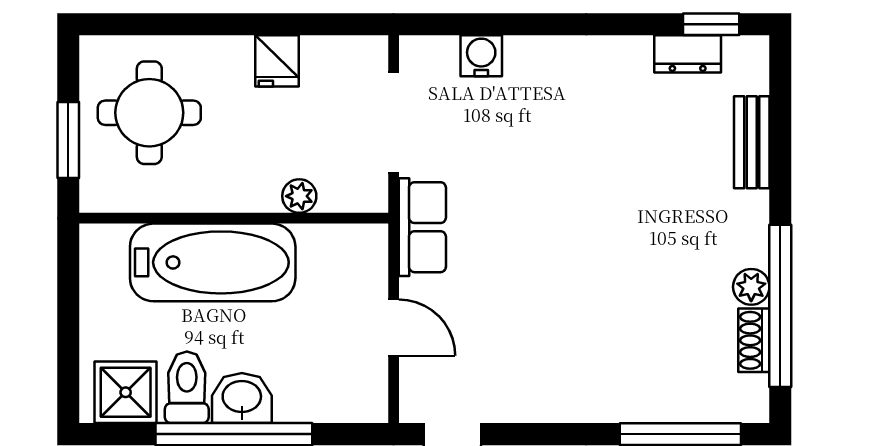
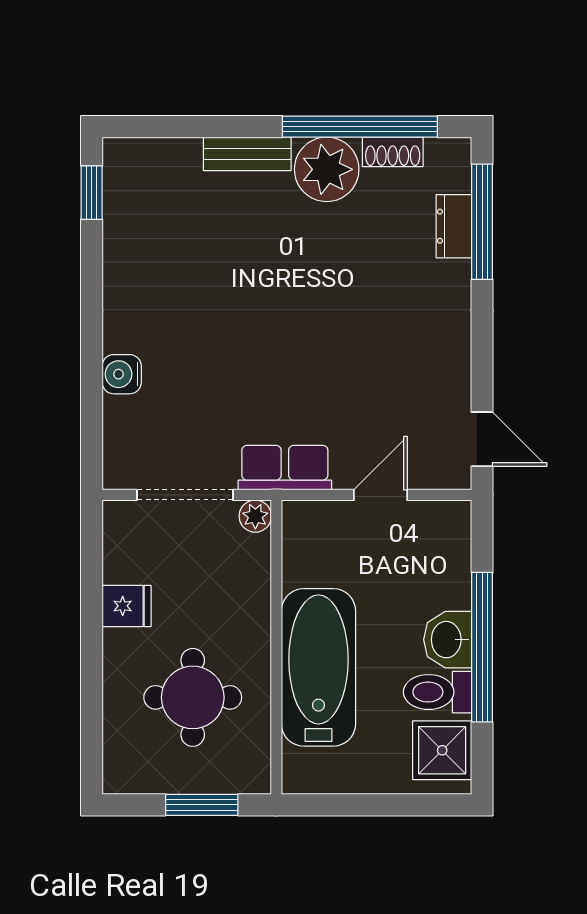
dresser: (688, 54) -> (454, 226), moved, turned 180
water cooler: (481, 56) -> (122, 374), moved
round table: (149, 113) -> (193, 697), moved
bench: (752, 142) -> (247, 154), moved
plant: (299, 196) -> (255, 516), moved
plant: (751, 287) -> (327, 169), width x1.87, depth x1.87

